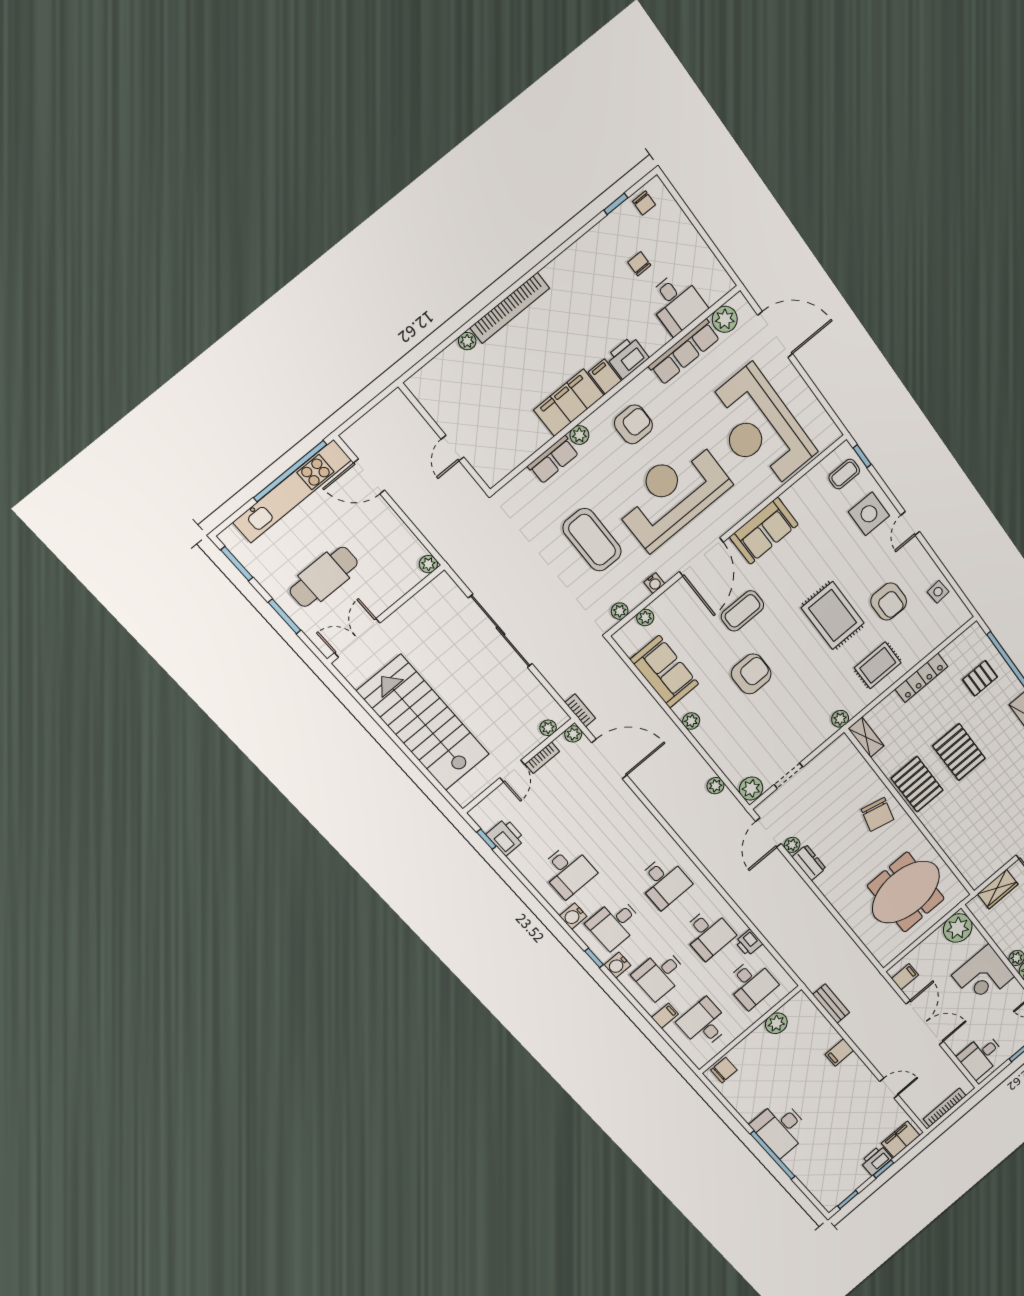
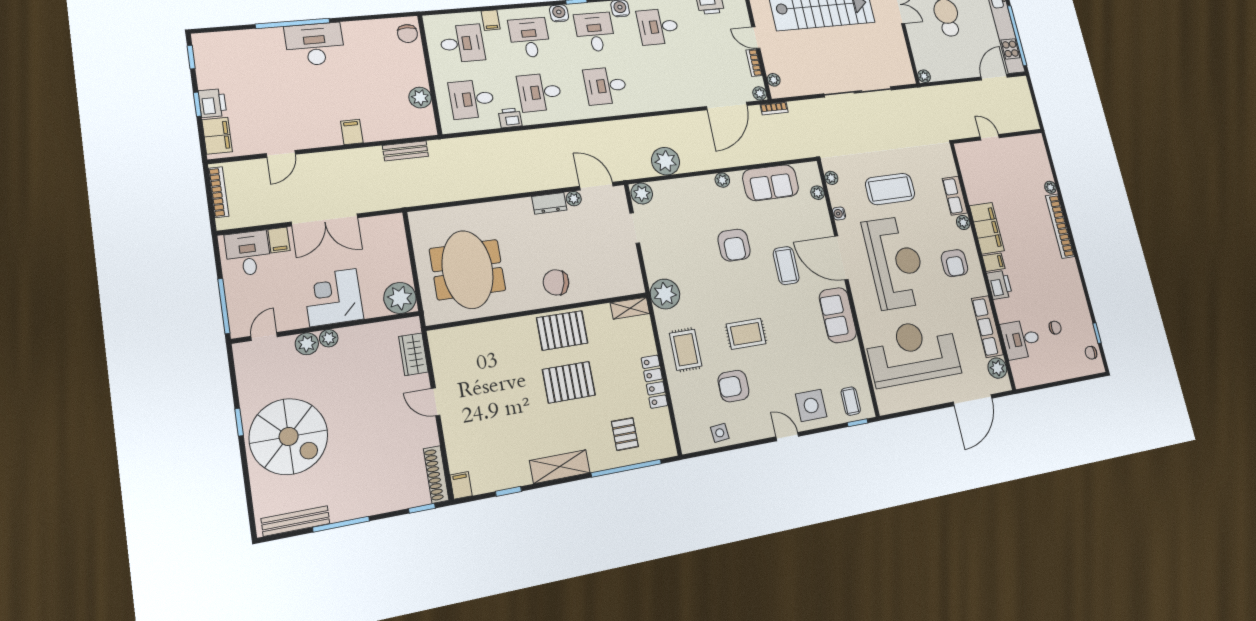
rug: (833, 616) -> (746, 334), width x0.73, depth x0.70
plant: (840, 719) -> (665, 294), width x1.88, depth x1.88
plant: (715, 786) -> (666, 161), width x1.88, depth x1.88
filing cabinet: (905, 977) -> (279, 240), moved

